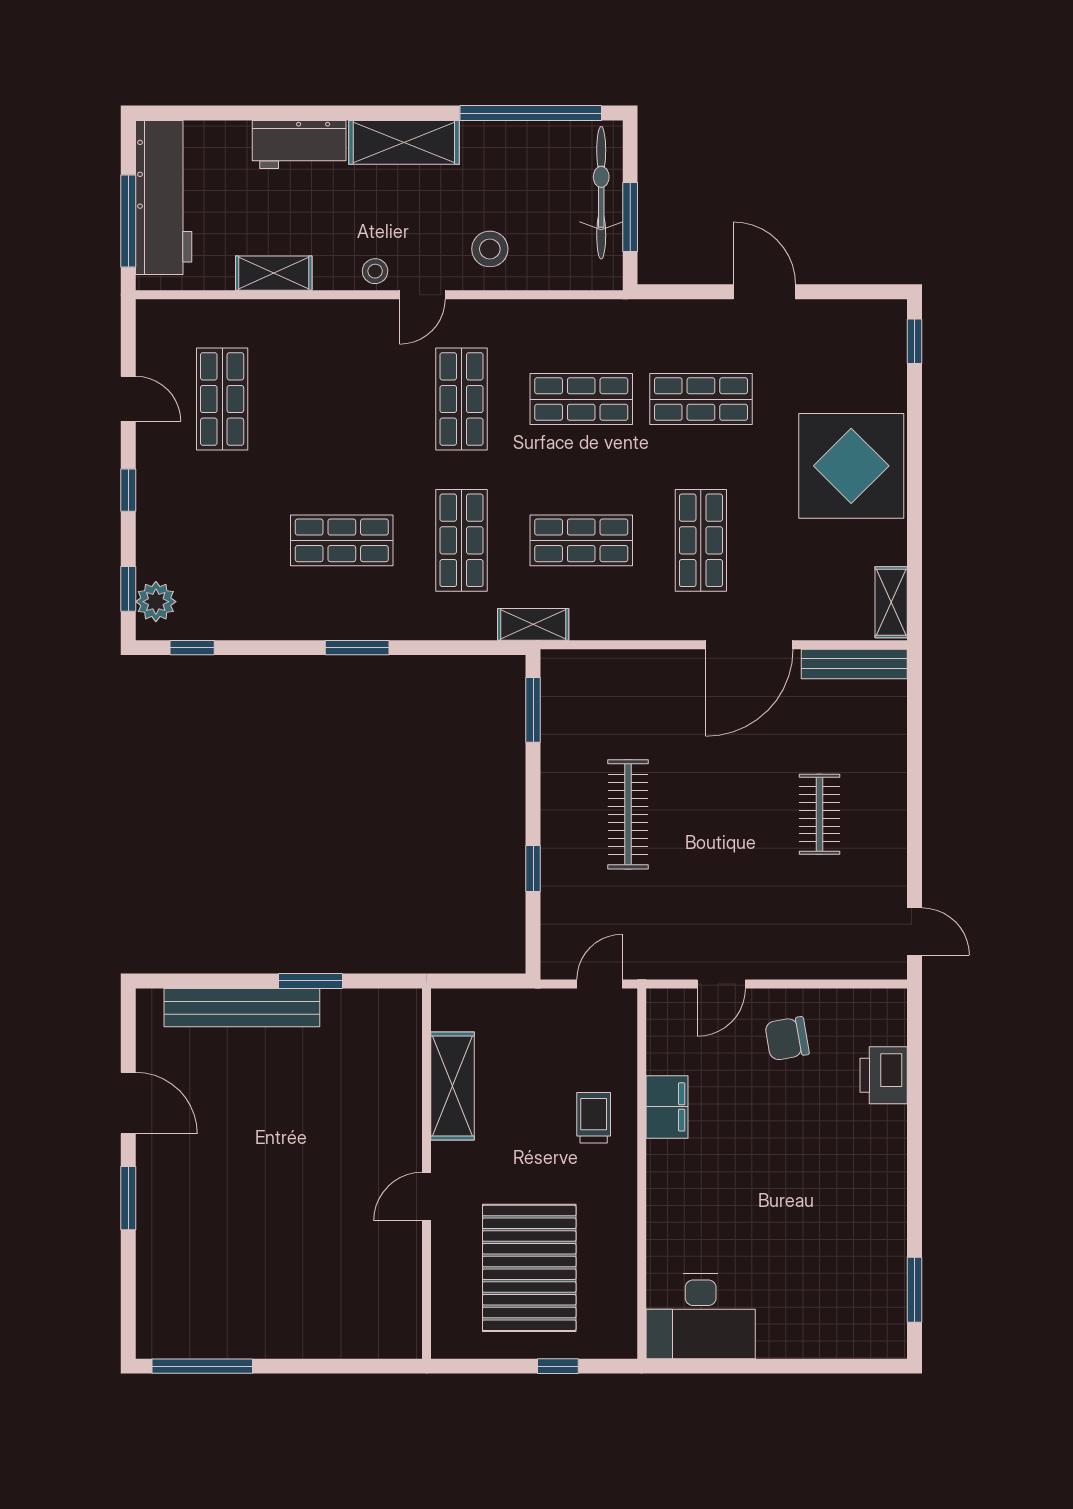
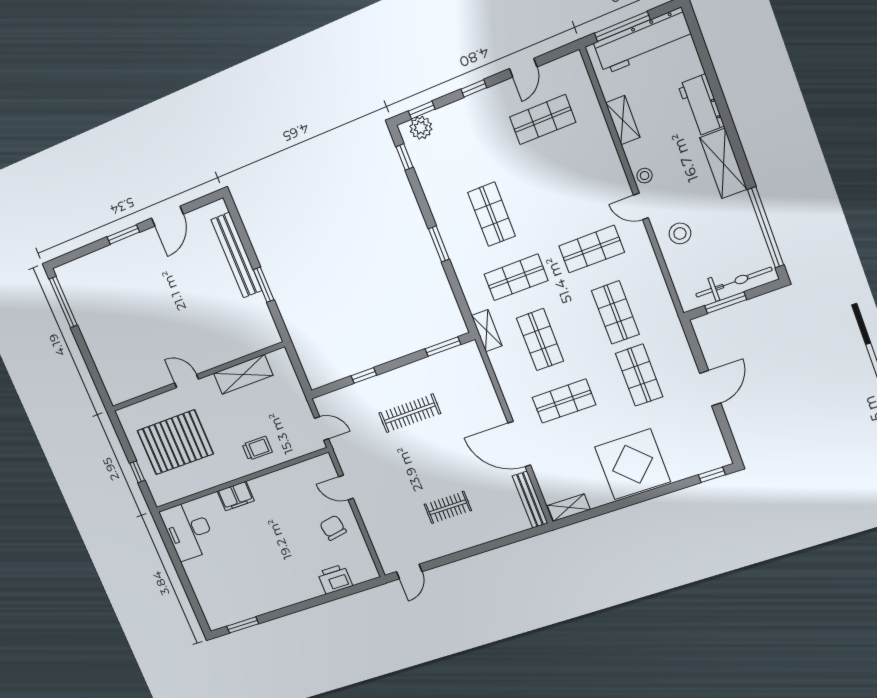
filing cabinet: (667, 1107) -> (236, 496), moved

